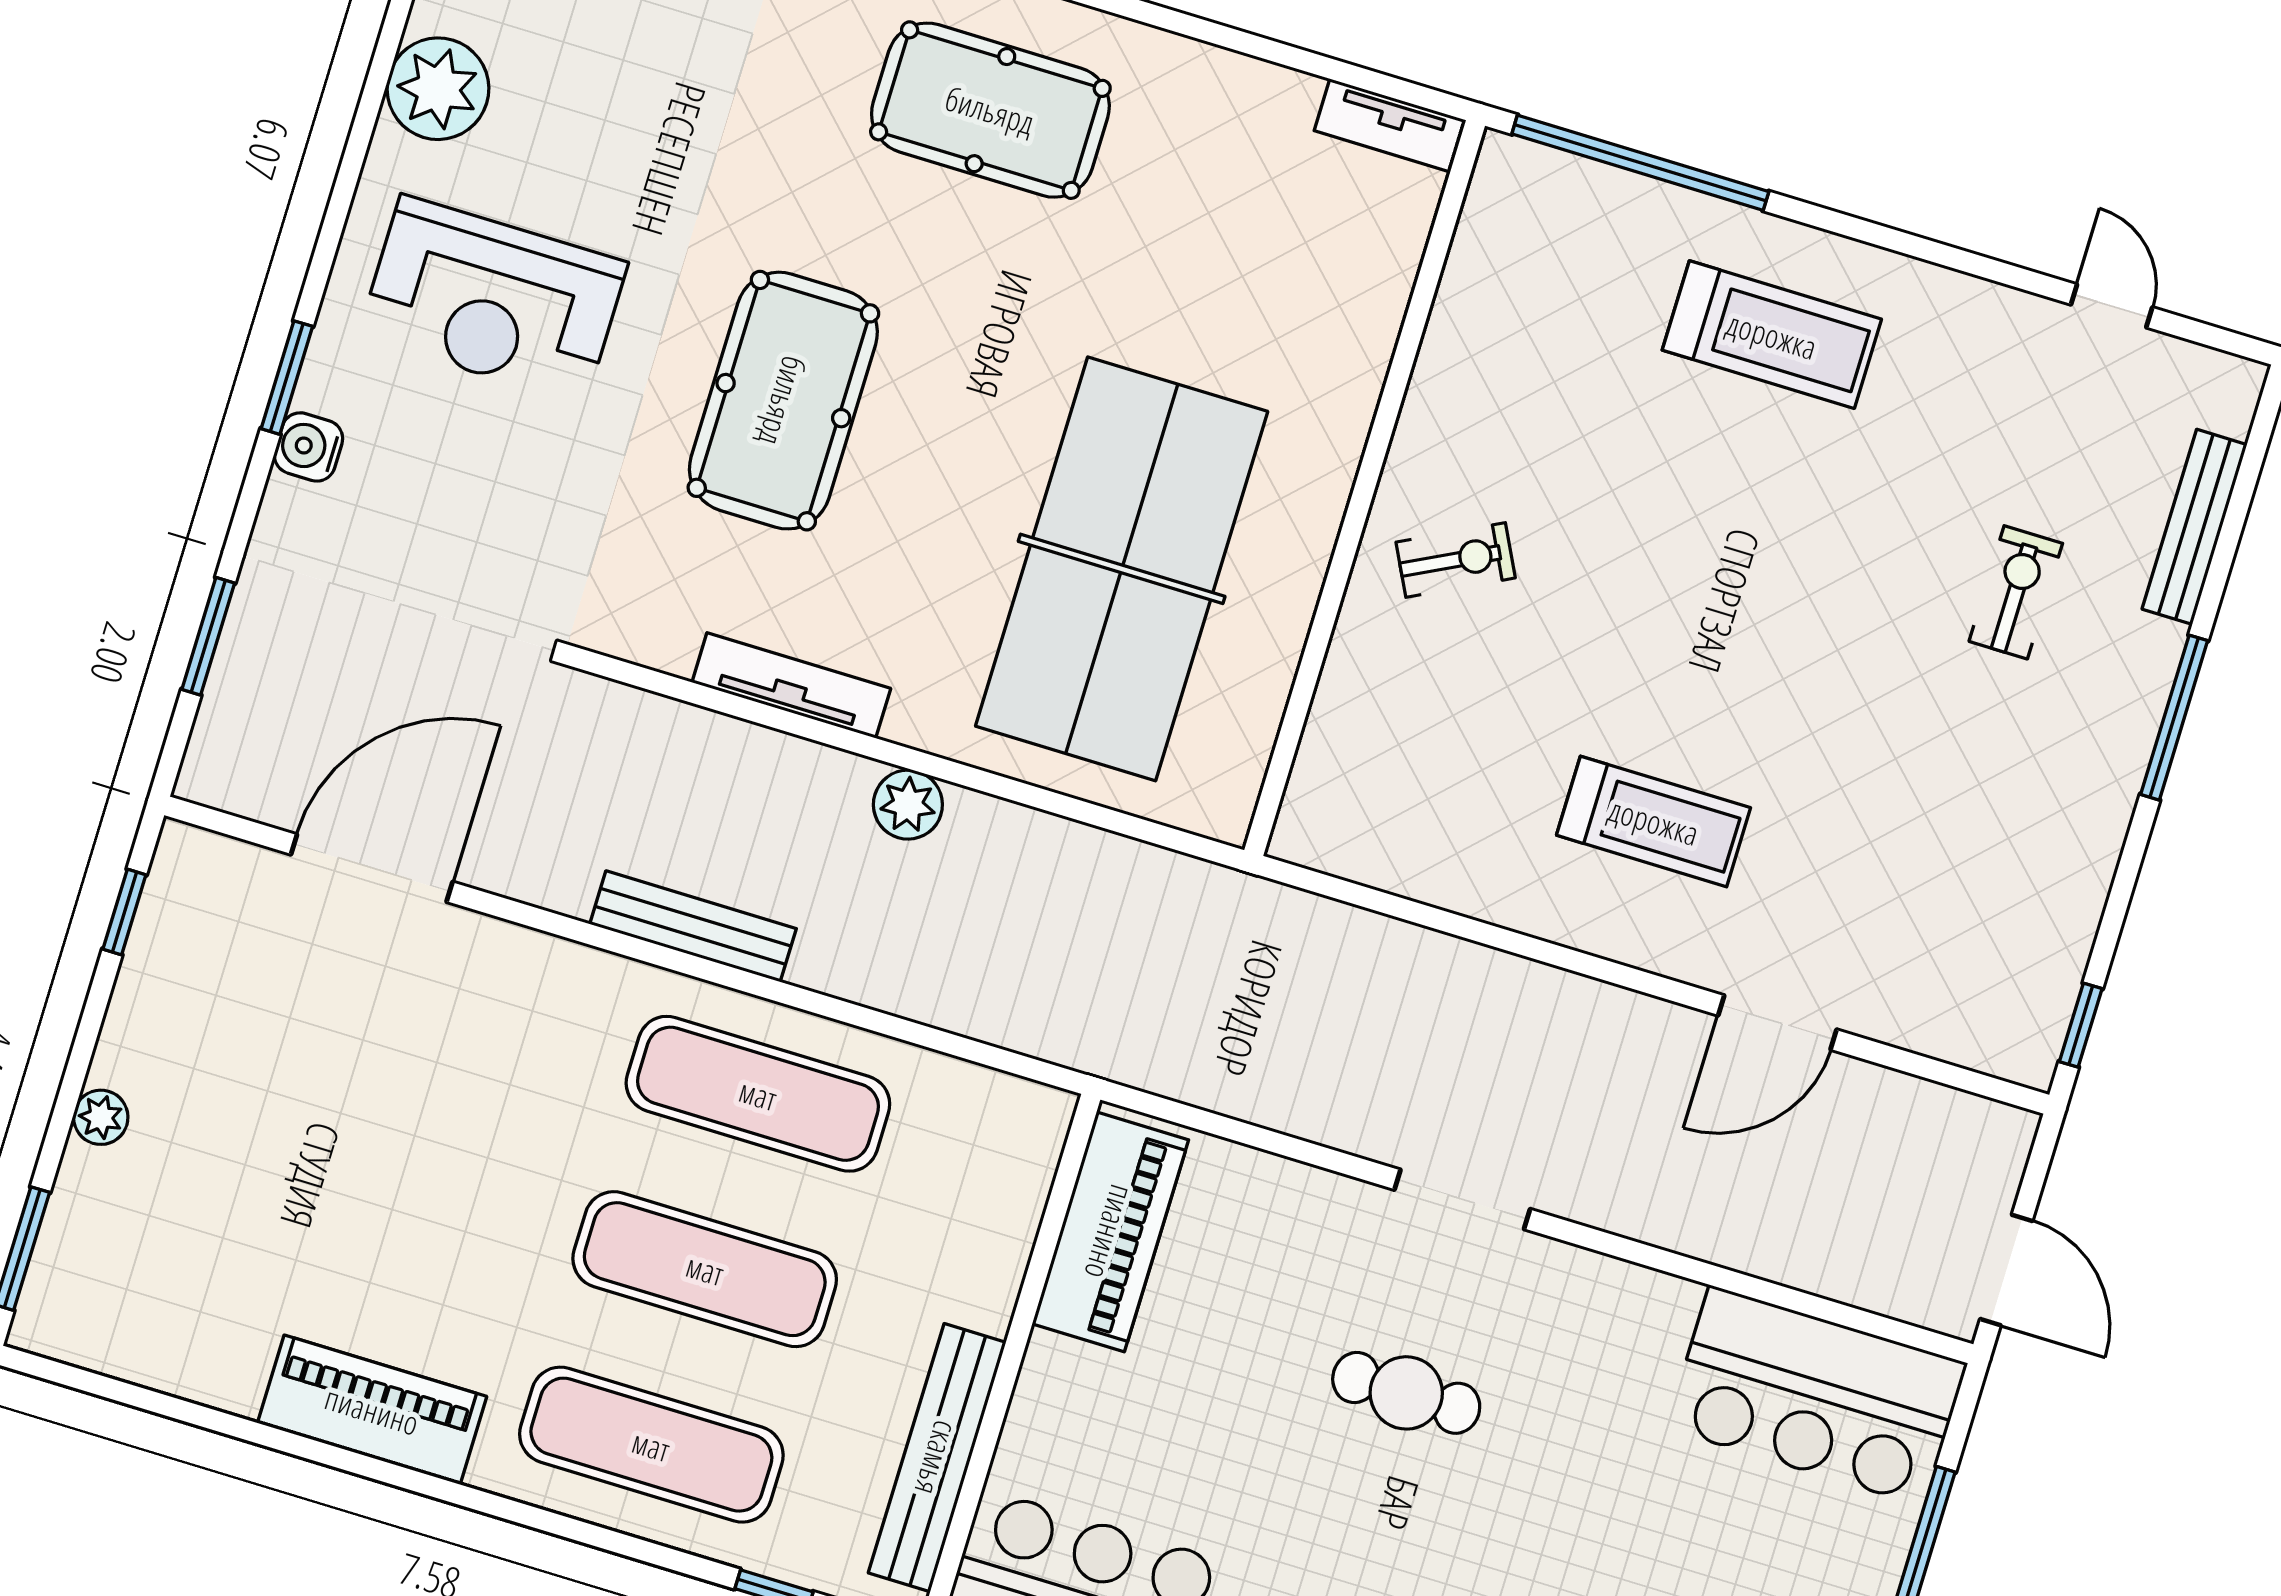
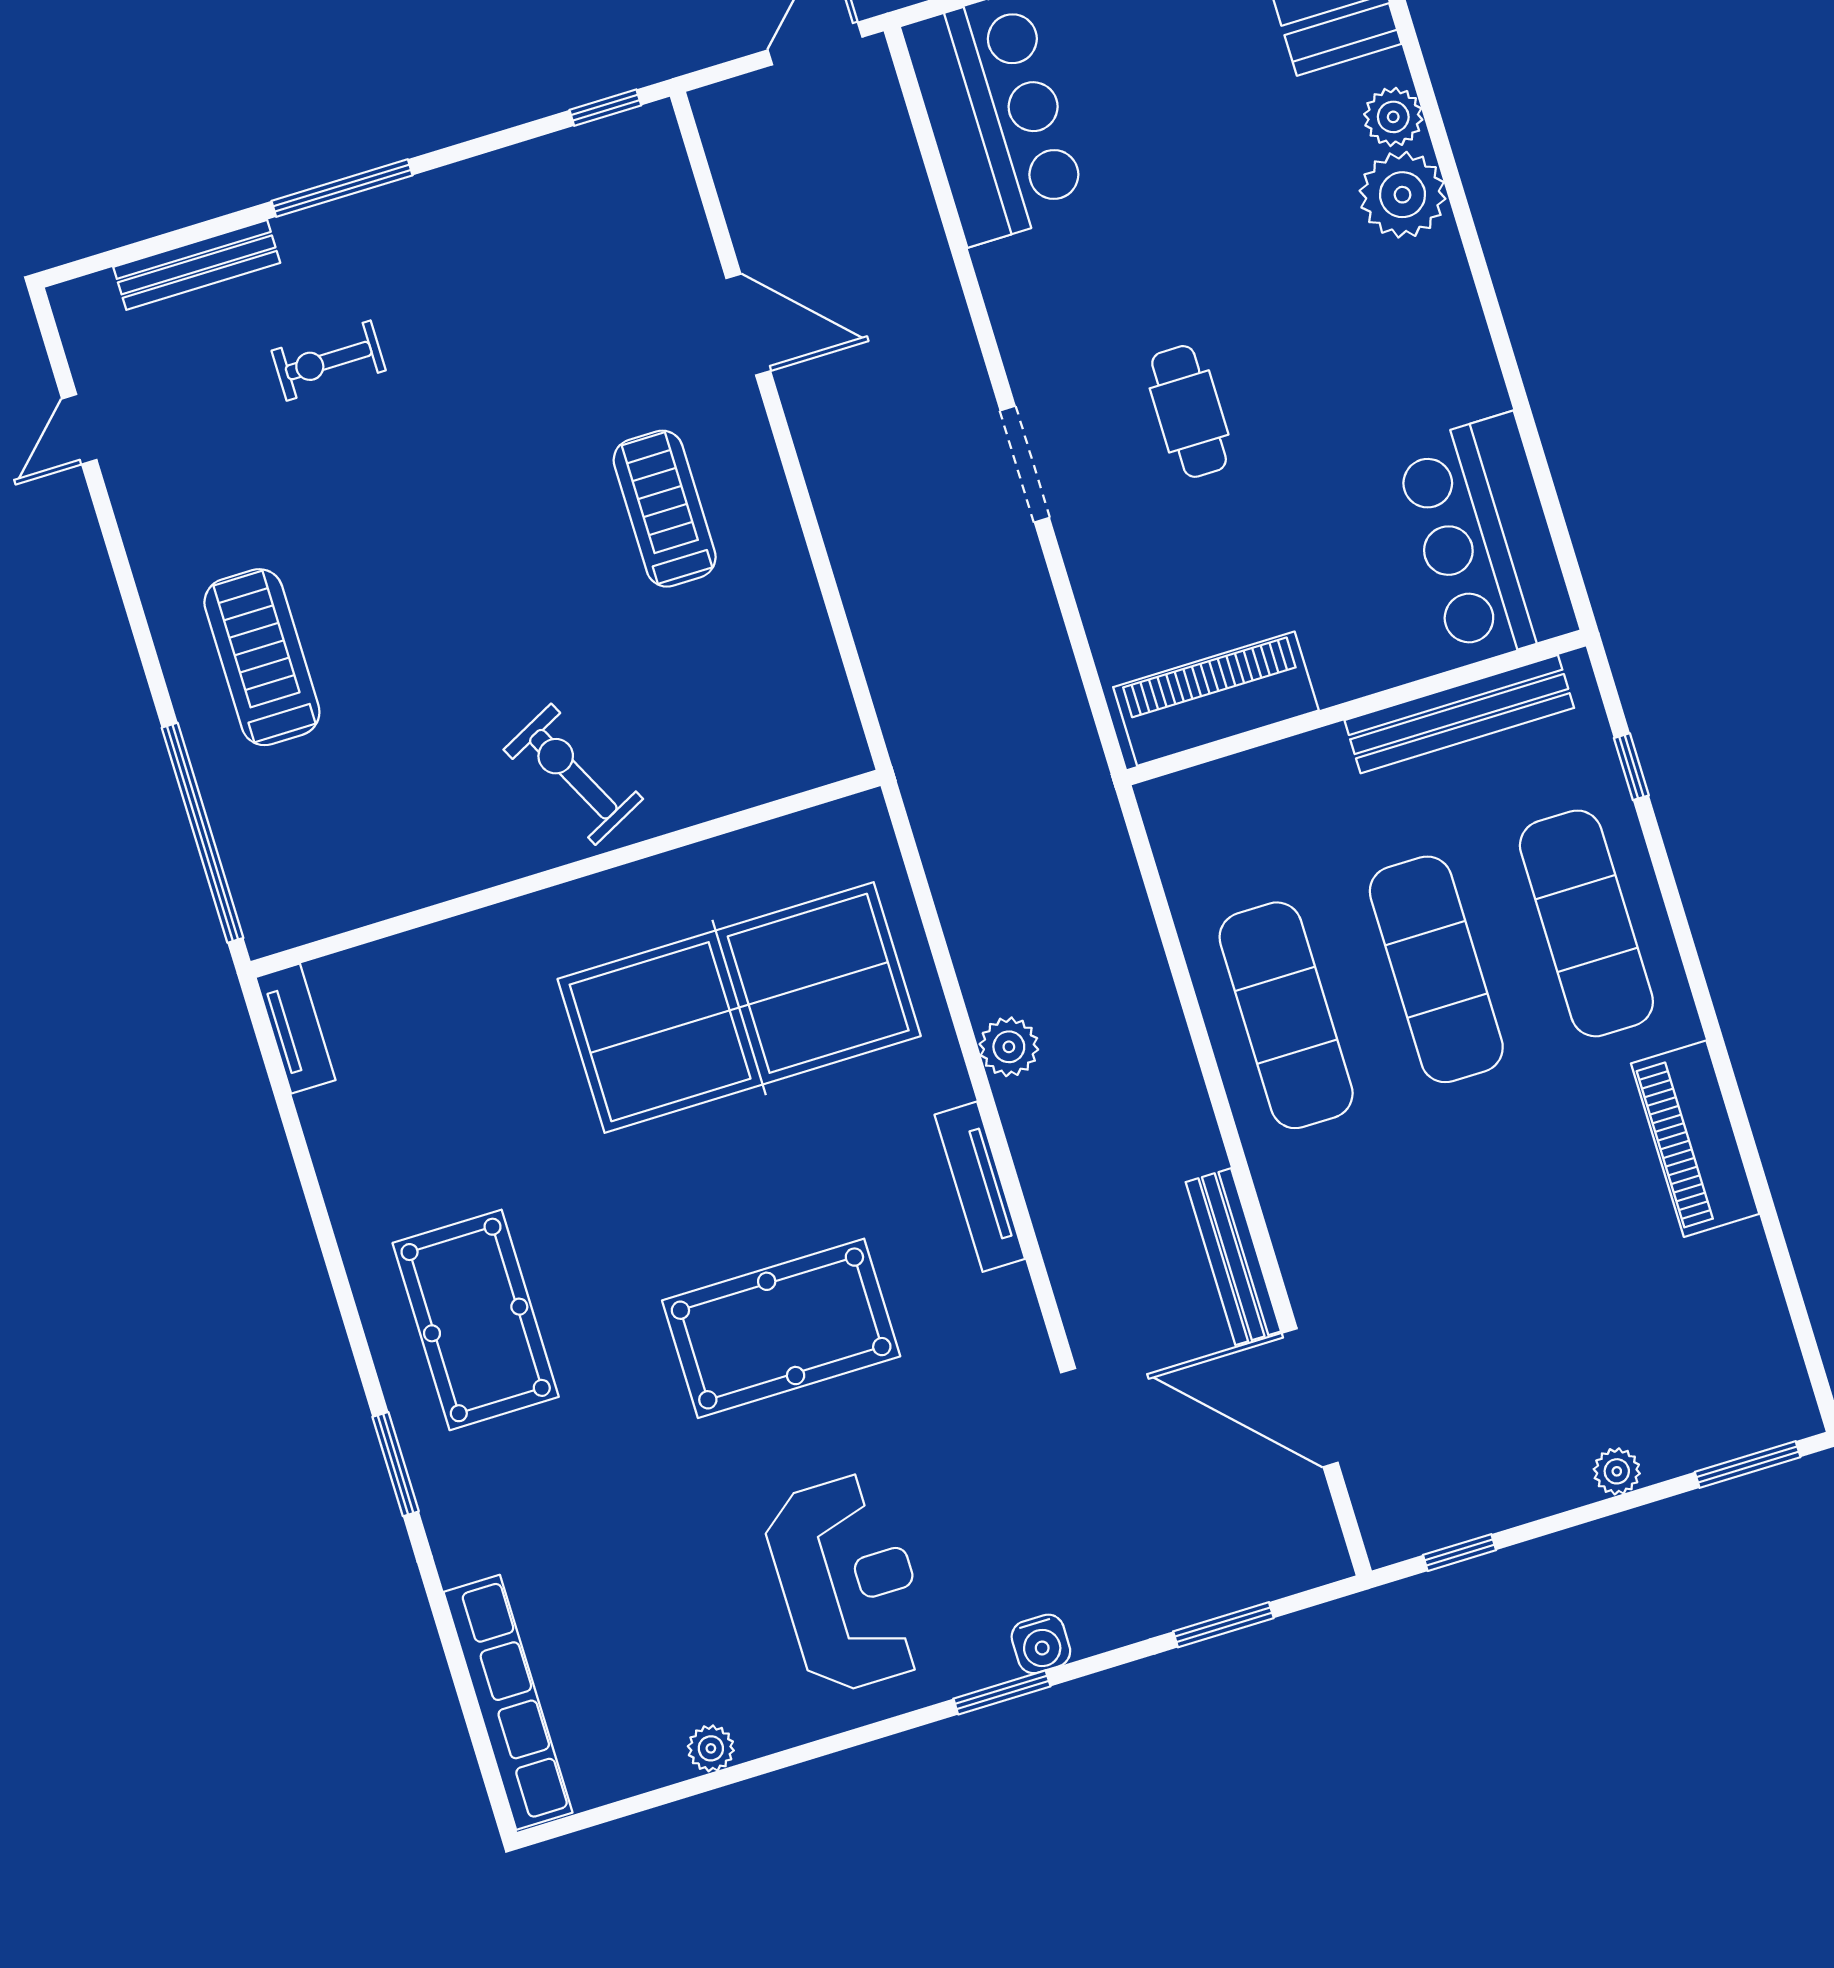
plant: (438, 89) -> (711, 1748), width x0.53, depth x0.53
exercise bike: (1456, 560) -> (573, 774), width x1.38, depth x1.39
bench: (693, 926) -> (1233, 1257), moved

